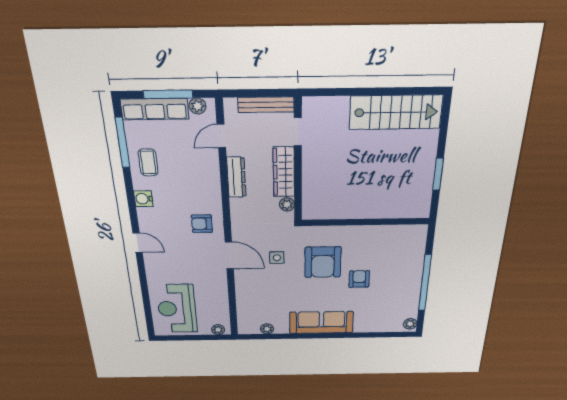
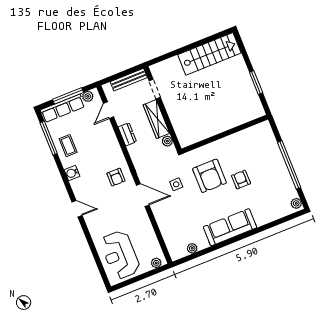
dresser: (236, 177) -> (127, 134), width x0.70
armchair: (202, 224) -> (116, 177), turned -90

